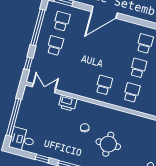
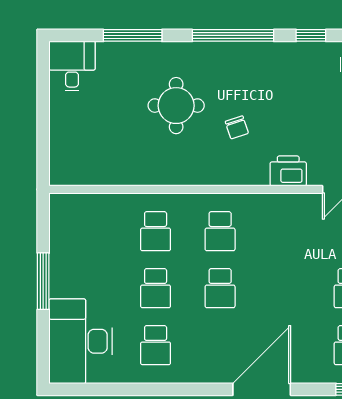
school desk: (111, 61) -> (220, 288), added

